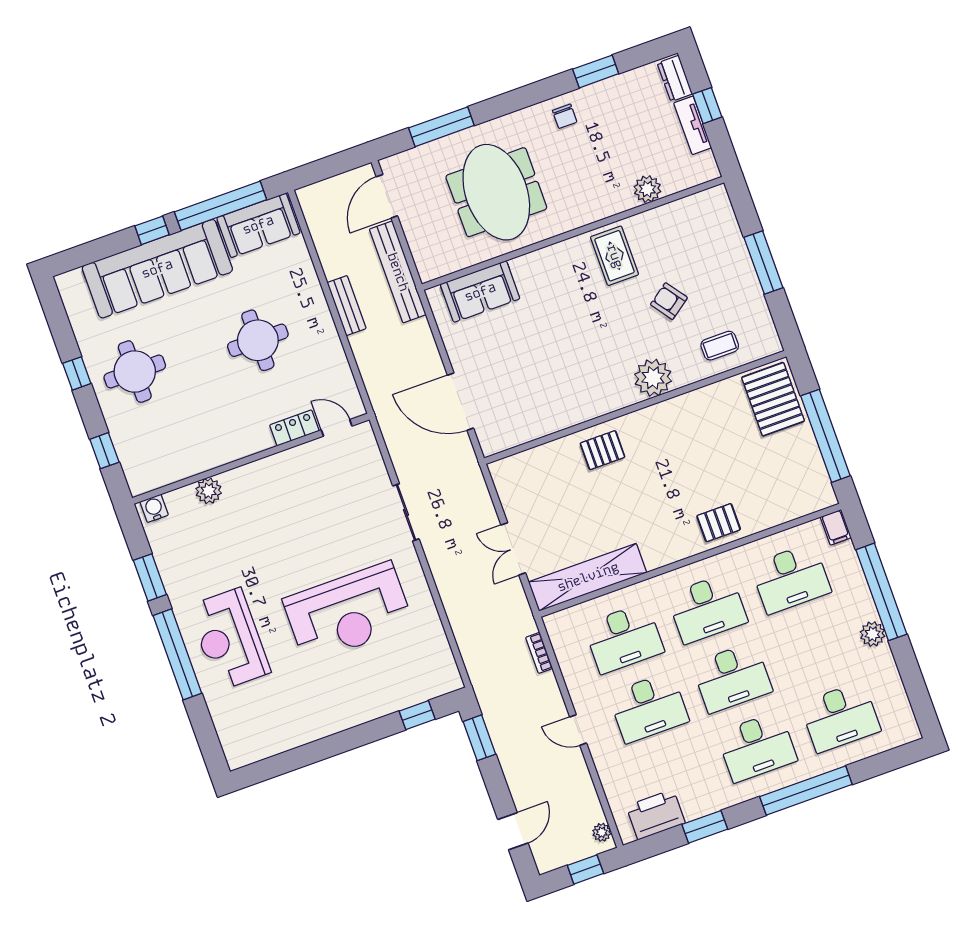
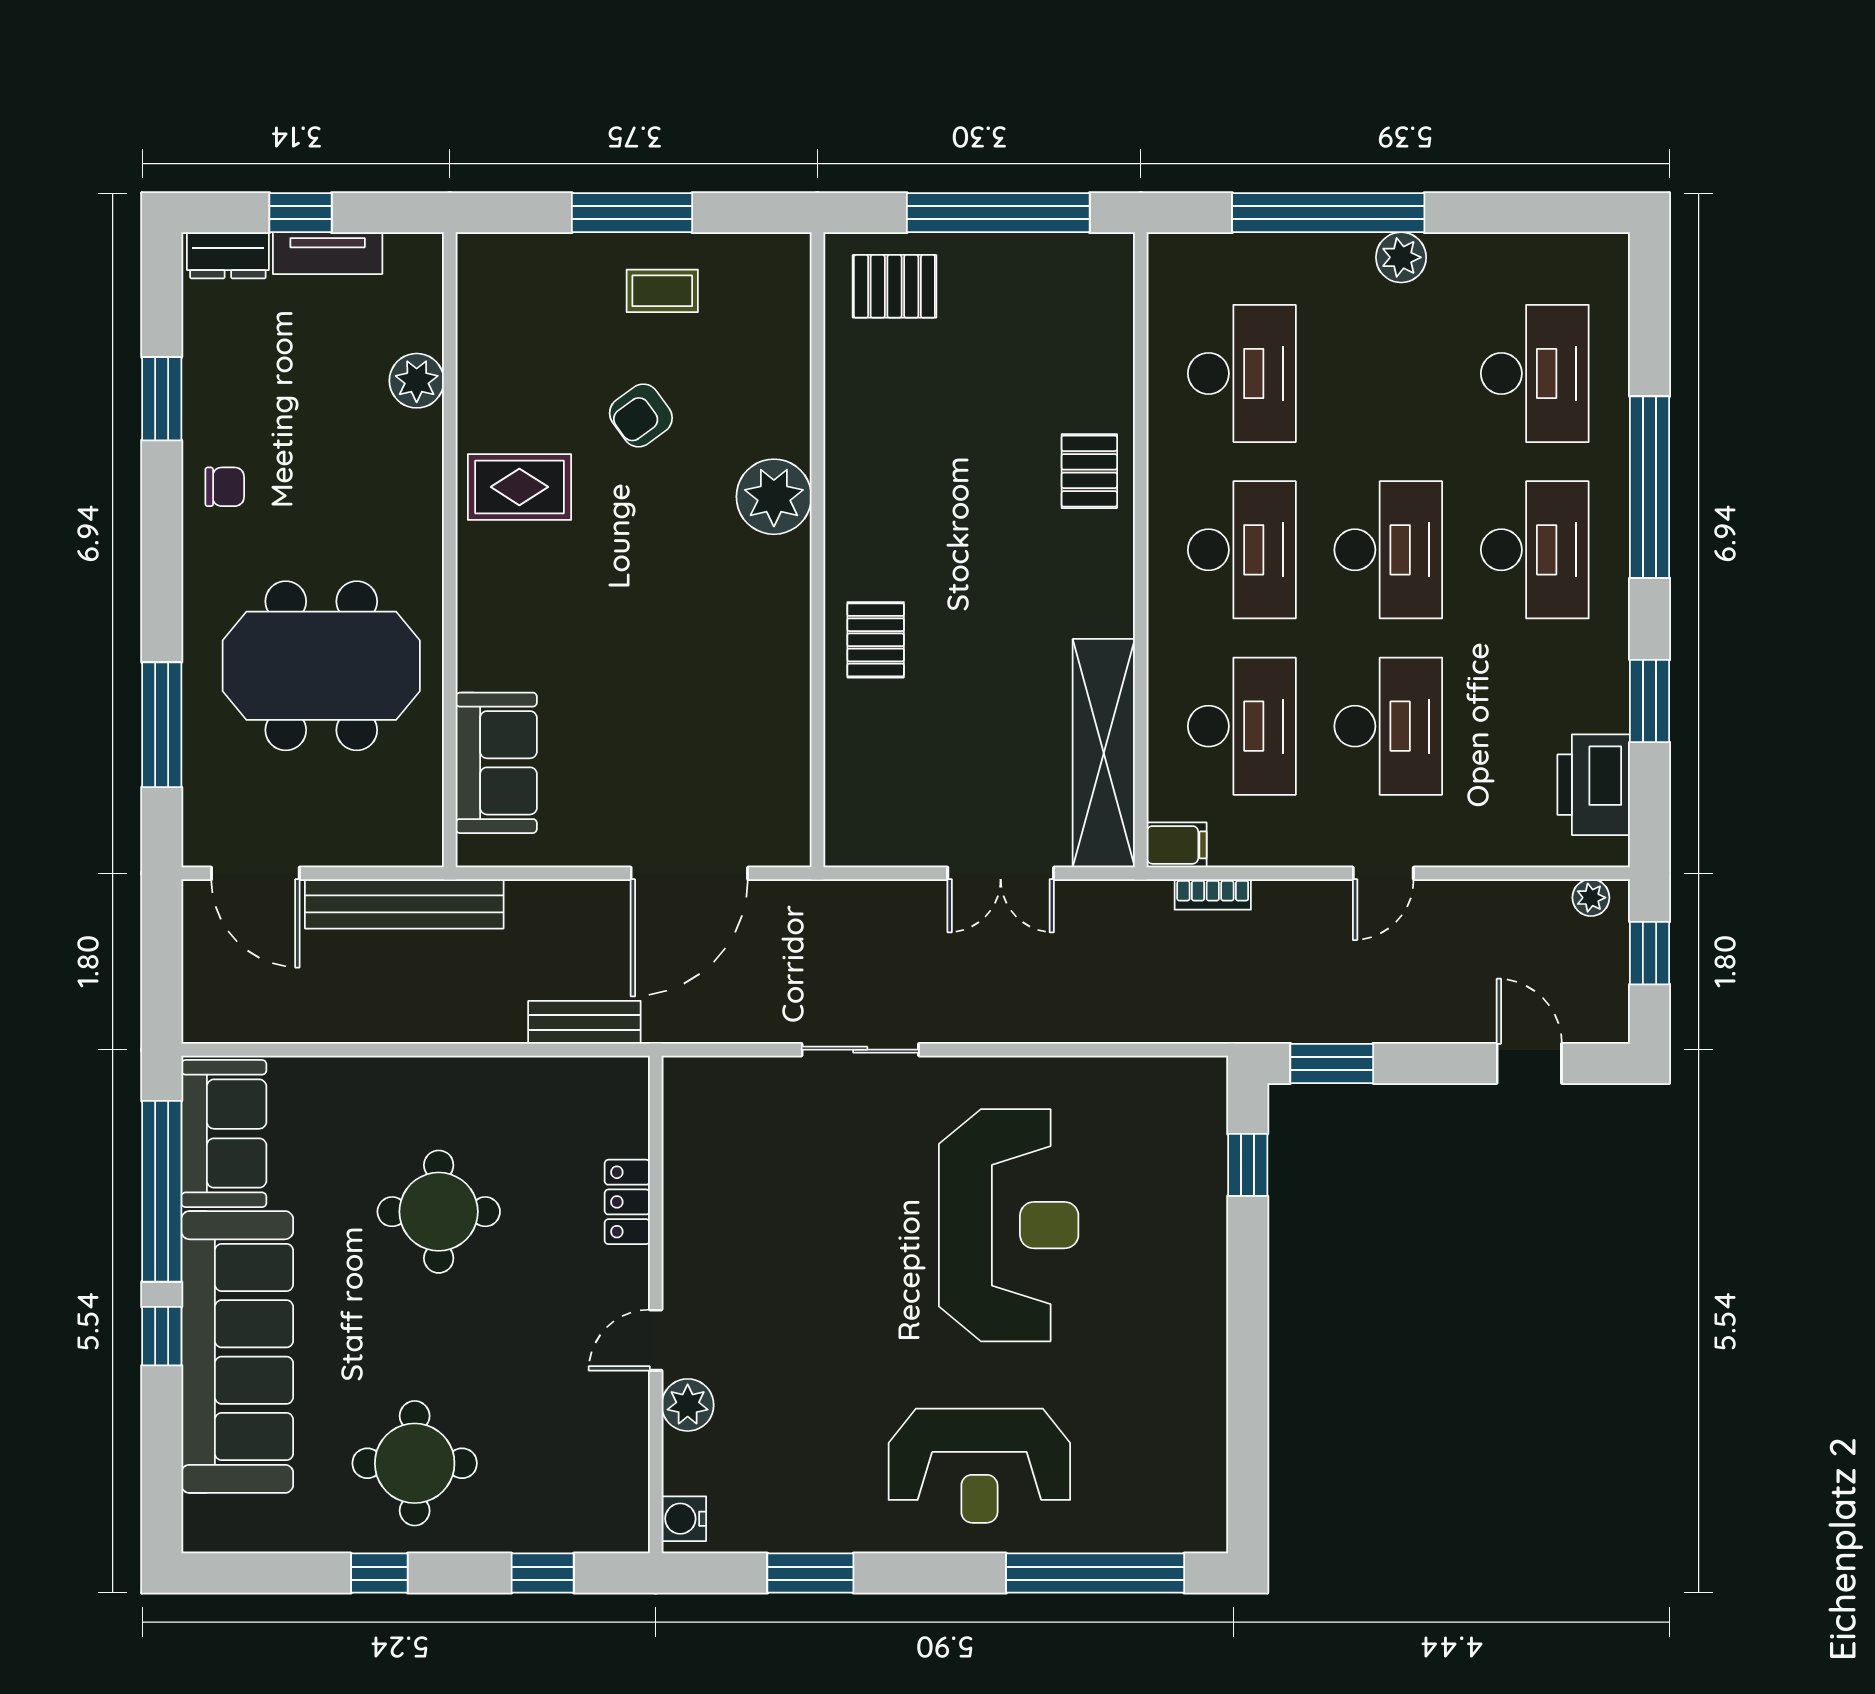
bench: (347, 306) -> (584, 1022), moved
coffee table: (720, 346) -> (662, 291), moved, turned 90
pallet: (773, 399) -> (894, 286), width x0.67, depth x0.71
door: (337, 428) -> (656, 1340), moved
filing cabinet: (836, 527) -> (1177, 845), moved
window: (177, 654) -> (1095, 1573), moved

